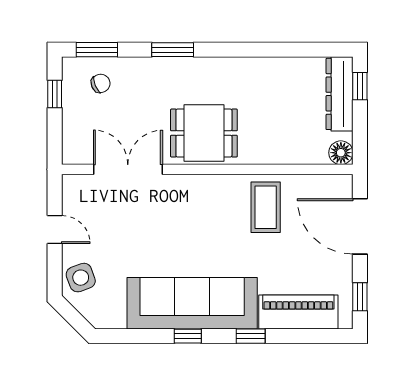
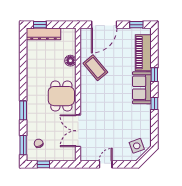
floor lamp: (341, 153) -> (70, 61), moved
coffee table: (266, 207) -> (95, 68), turned 50
side table: (81, 278) -> (137, 146), moved
sofa: (192, 303) -> (142, 88), width x0.54, depth x0.79

